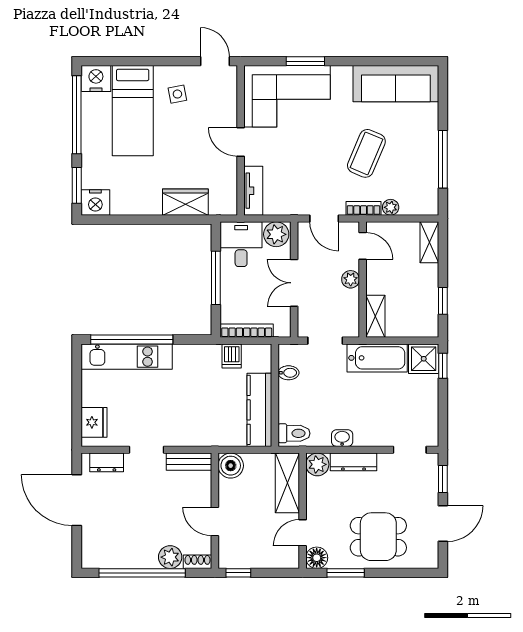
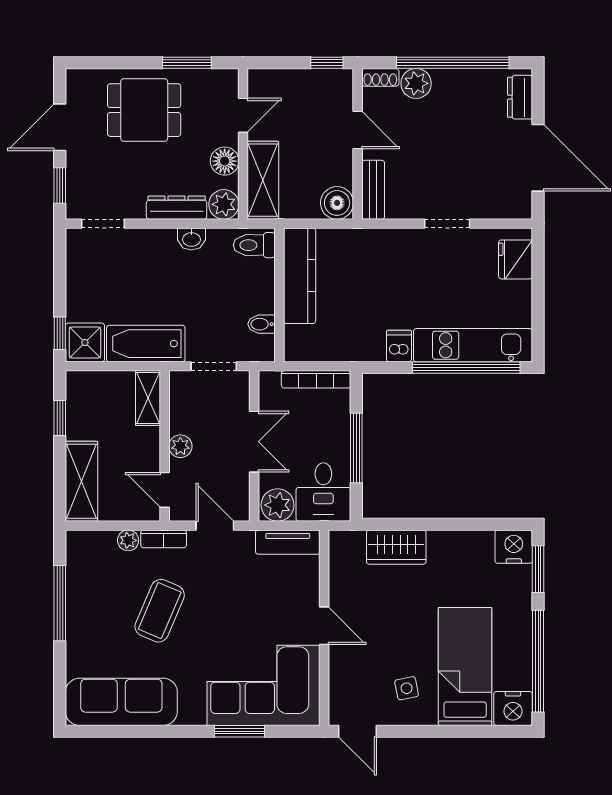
tv unit: (253, 191) -> (288, 542), moved, turned -90
shelving: (429, 242) -> (81, 481), width x1.50, depth x1.33
dishwasher: (232, 356) -> (399, 346), moved
dresser: (107, 462) -> (520, 97), moved, turned -90
bench: (189, 462) -> (373, 190), moved, turned 90
floor lamp: (317, 558) -> (225, 161), moved

